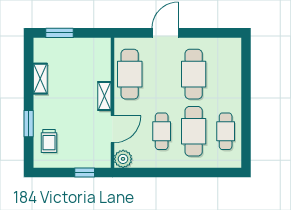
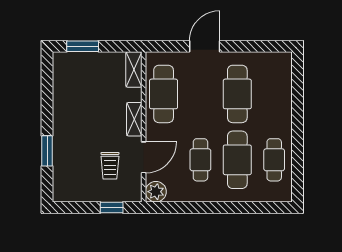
shelving: (40, 79) -> (134, 70), moved
trolley: (49, 141) -> (110, 166), moved

